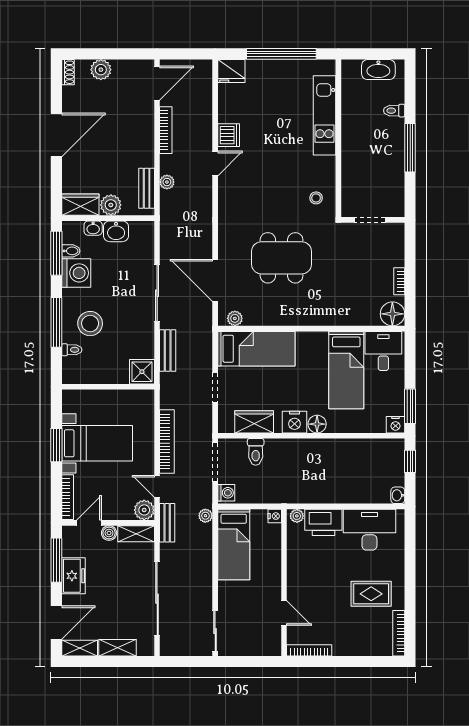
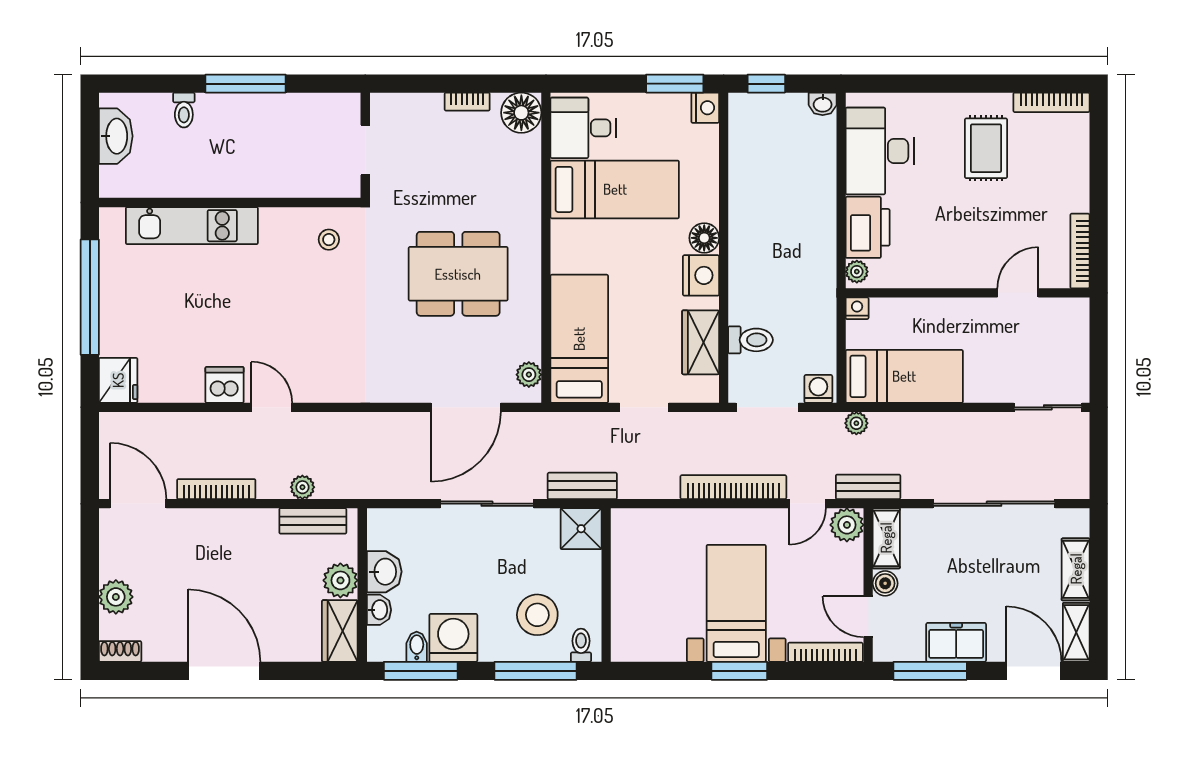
dining table: (282, 258) -> (458, 274), moved, turned 90
shower: (142, 372) -> (581, 529), moved
wall: (108, 387) -> (606, 585), moved

